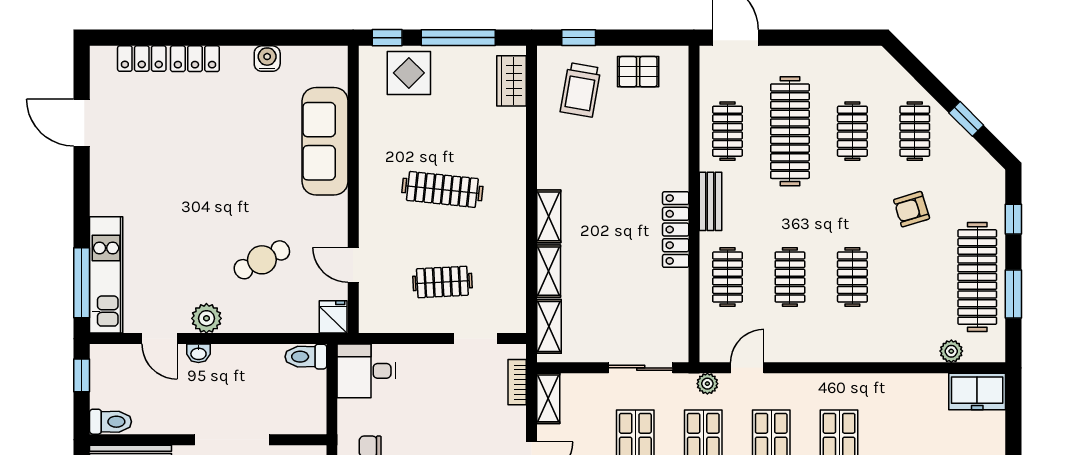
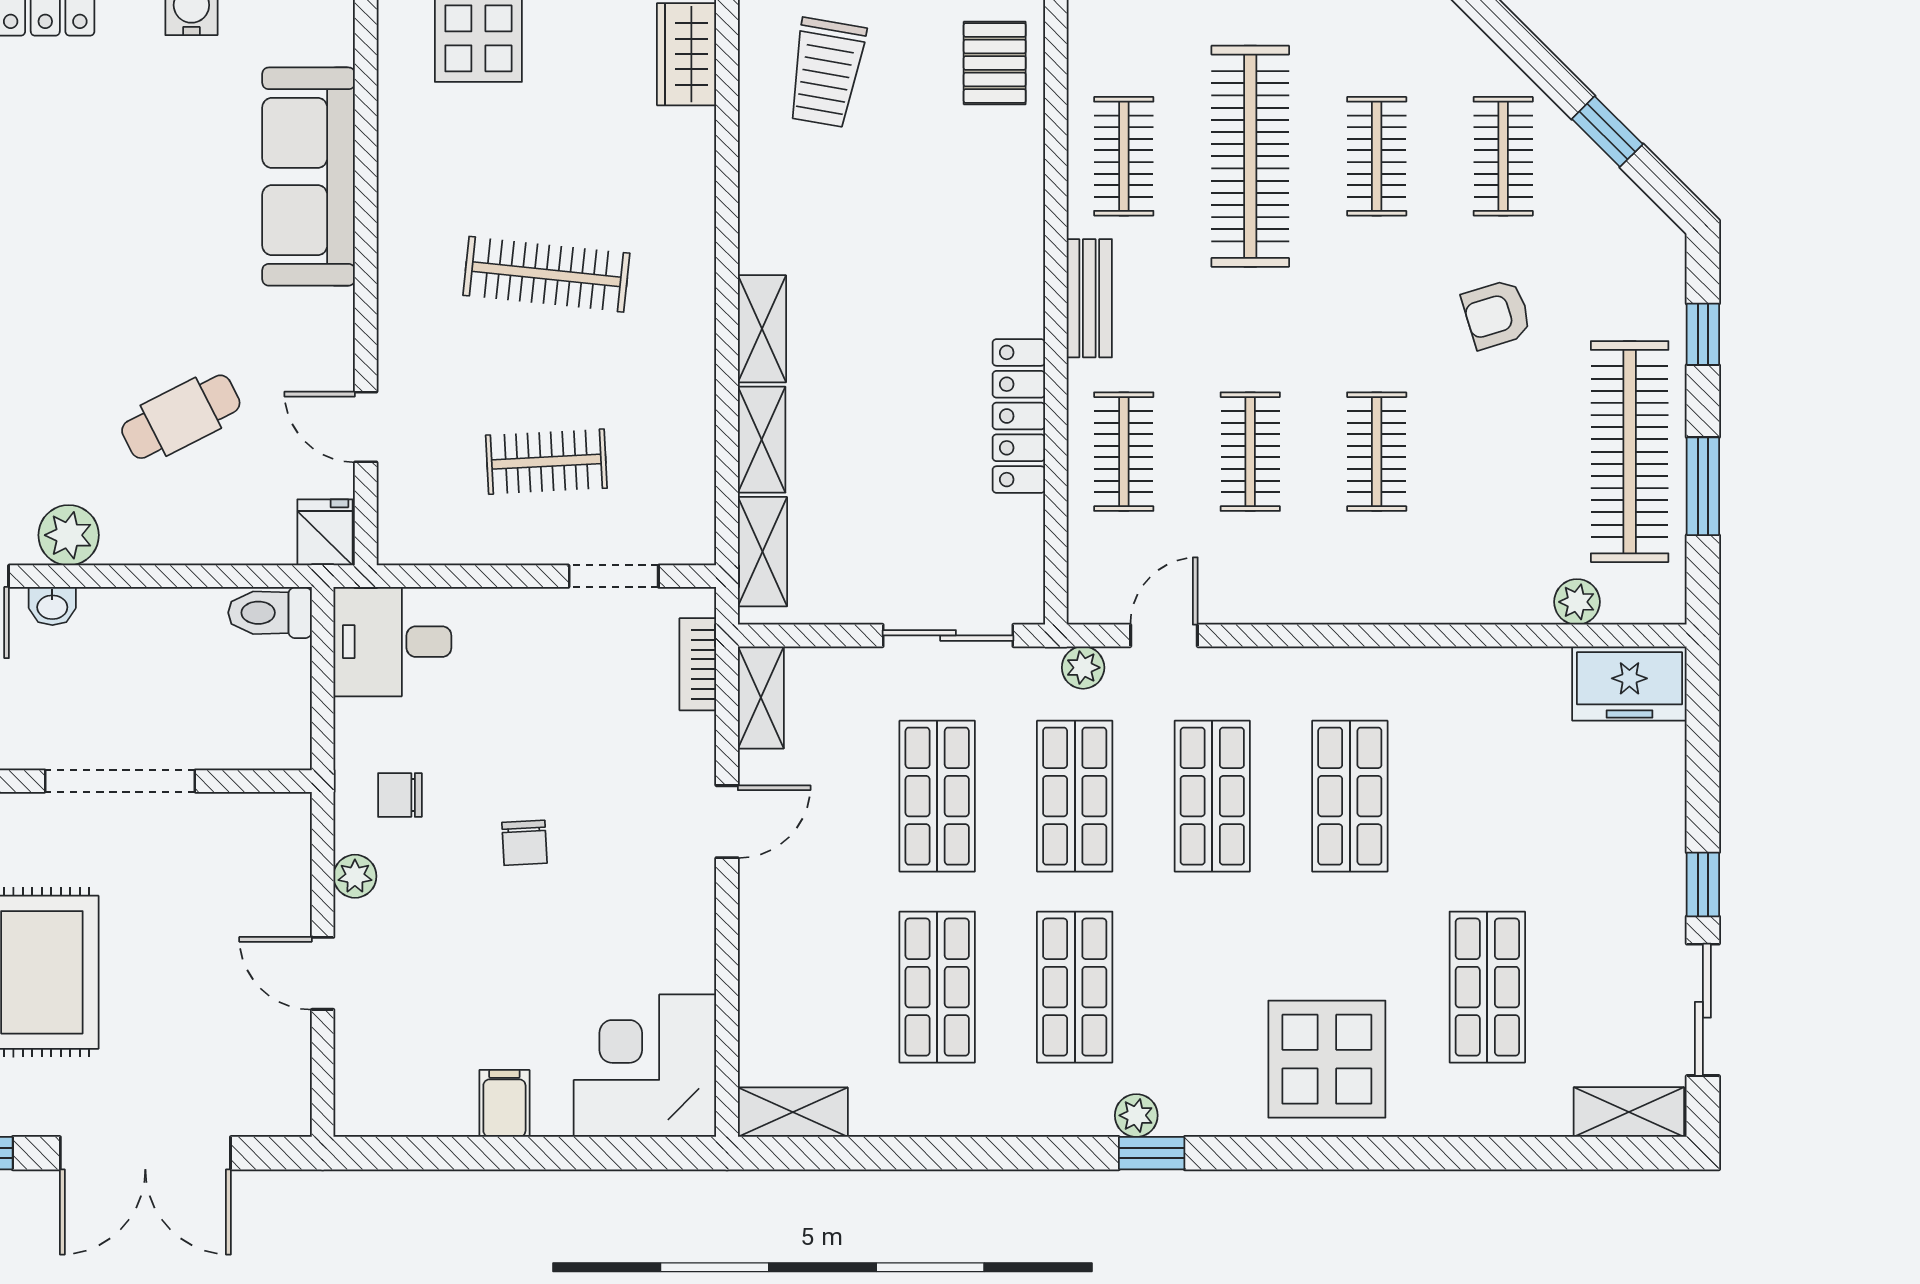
pallet: (638, 72) -> (995, 63), moved, turned 90
locker: (676, 230) -> (1019, 416), moved

